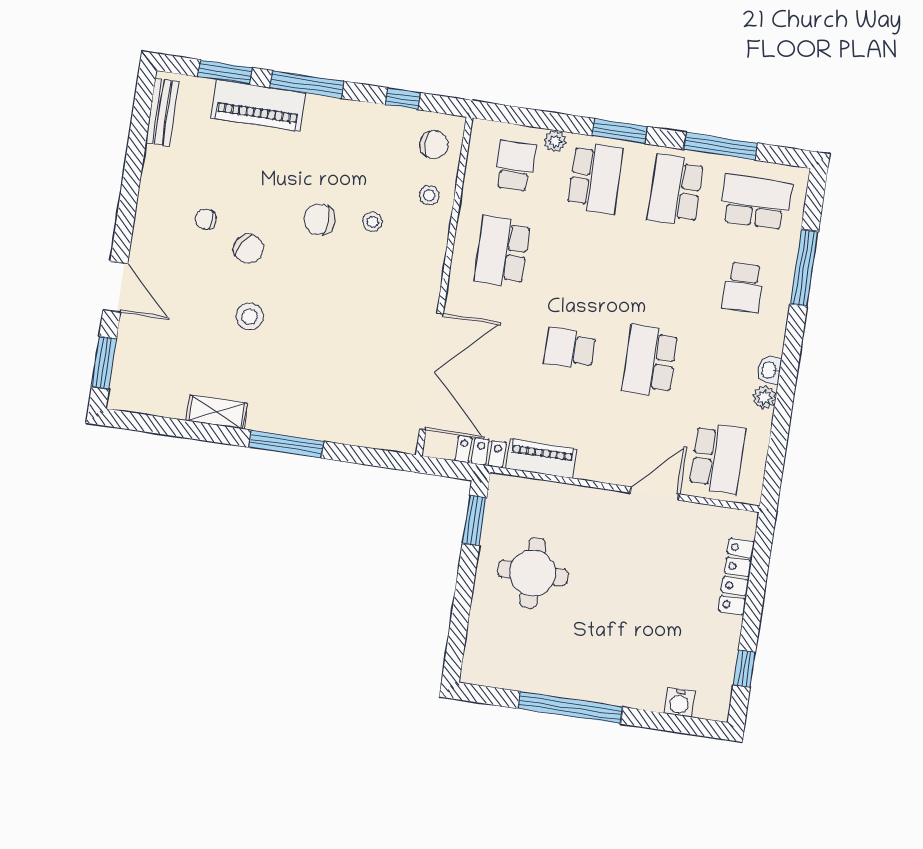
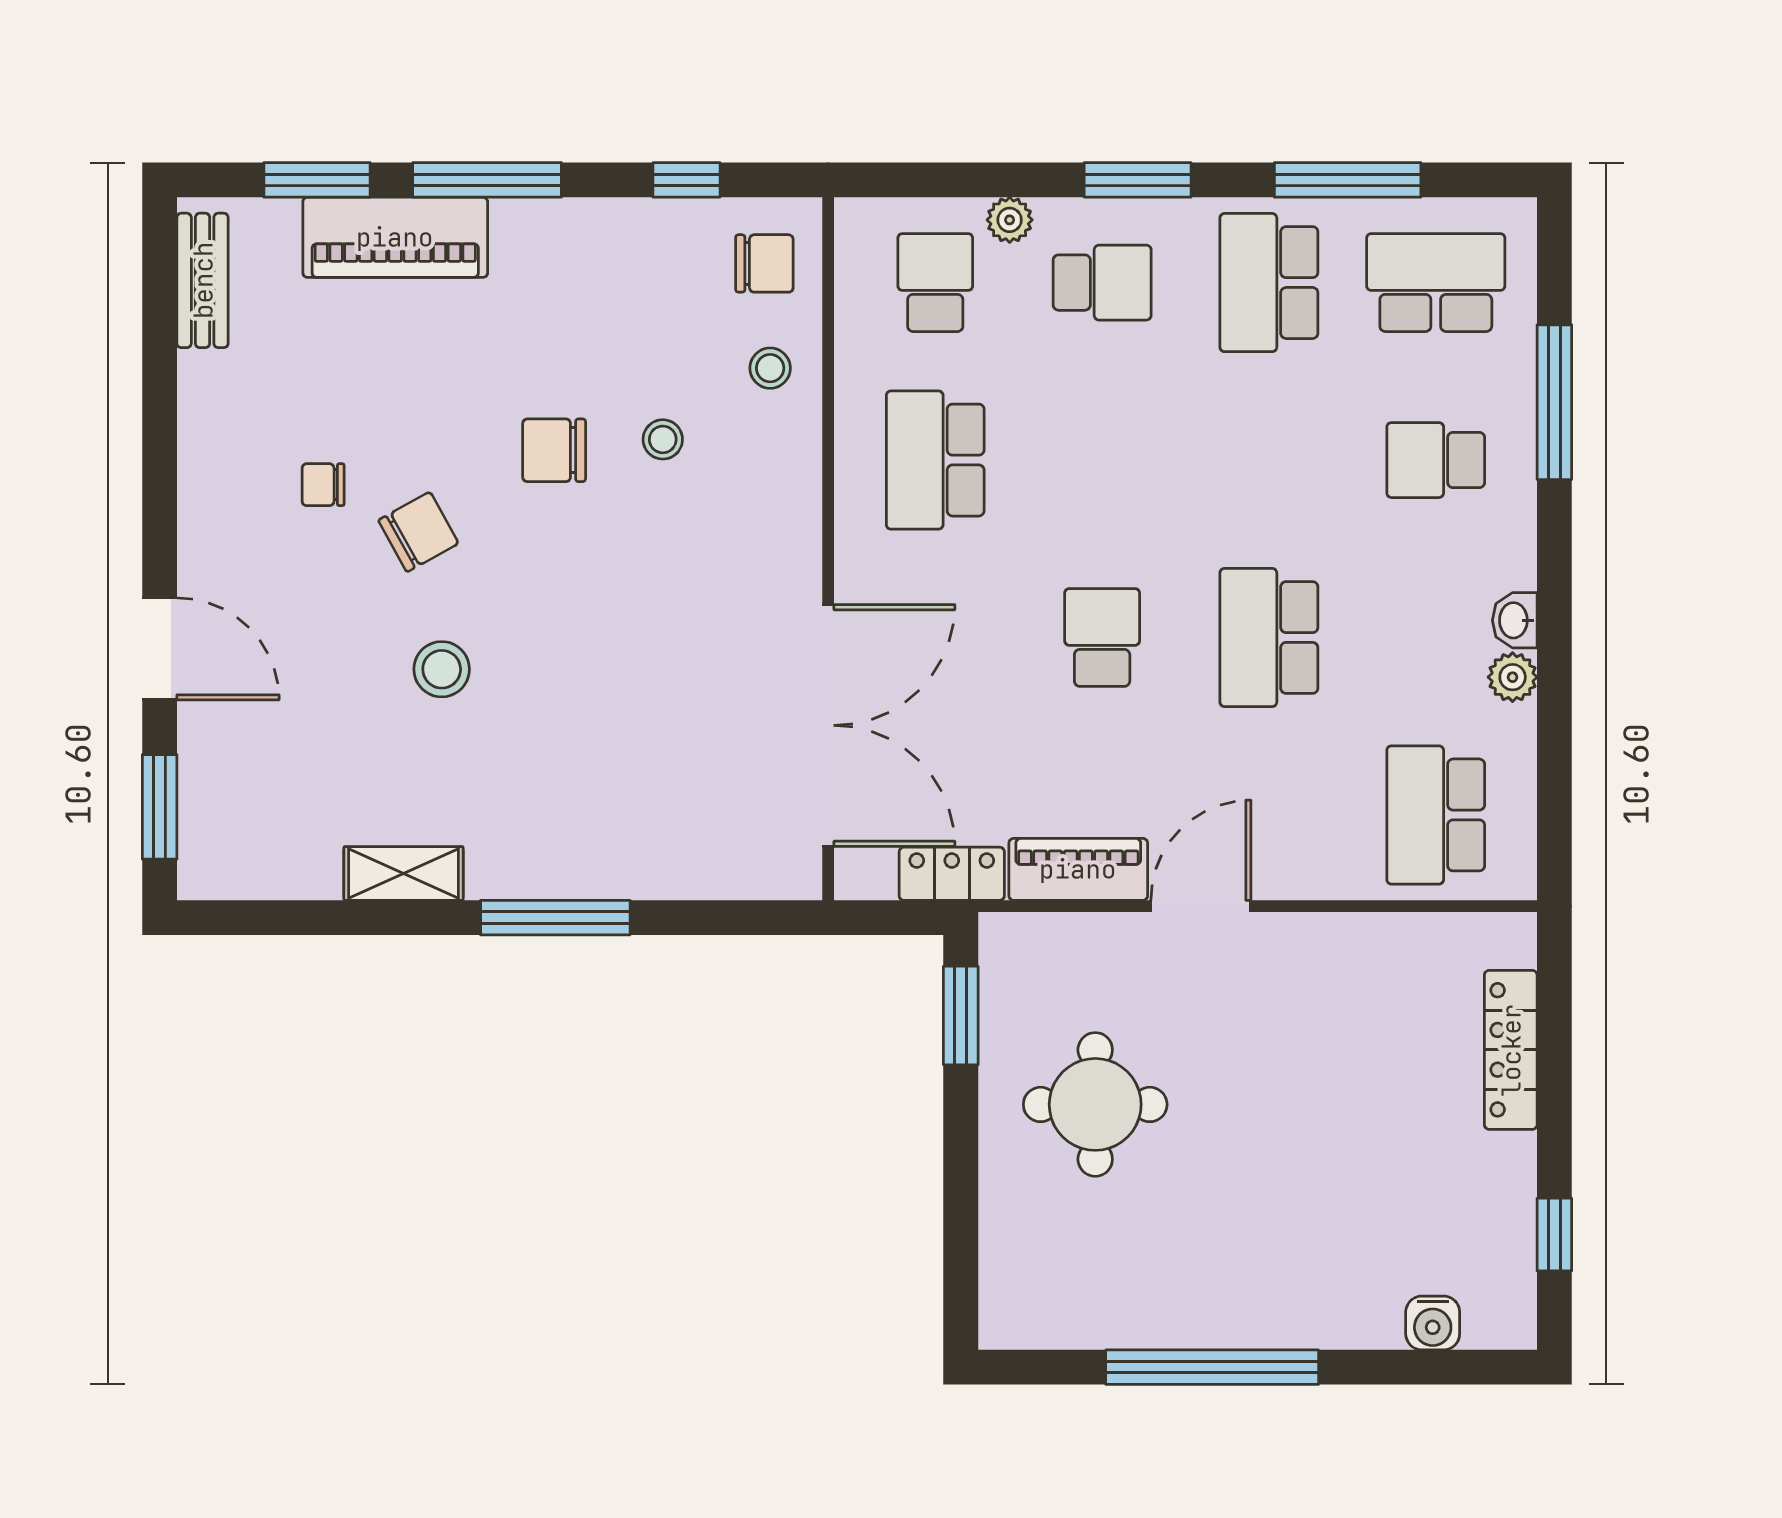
school desk: (595, 178) -> (1102, 283), width x0.54
chair: (248, 249) -> (418, 532), turned -60
school desk: (743, 287) -> (1436, 460), turned 90
school desk: (570, 349) -> (1102, 638), turned 90
school desk: (717, 458) -> (1436, 815), turned 180
door: (655, 494) -> (1201, 906), moved

